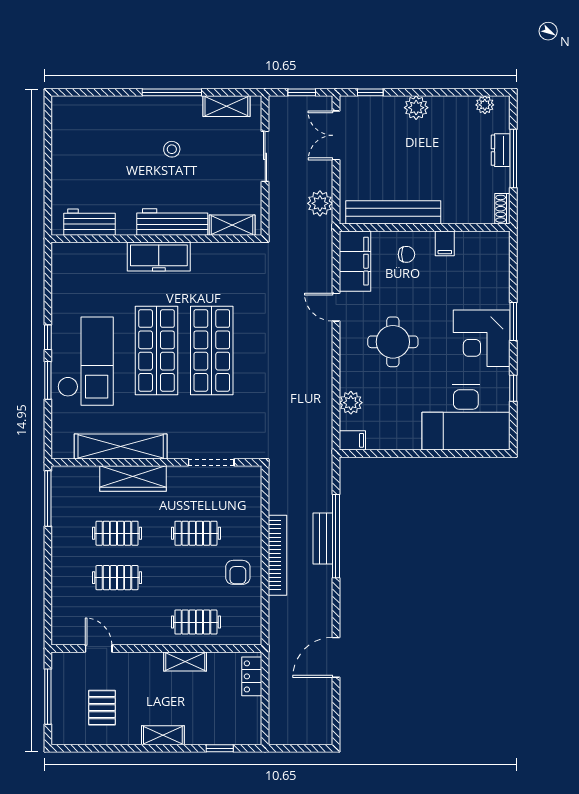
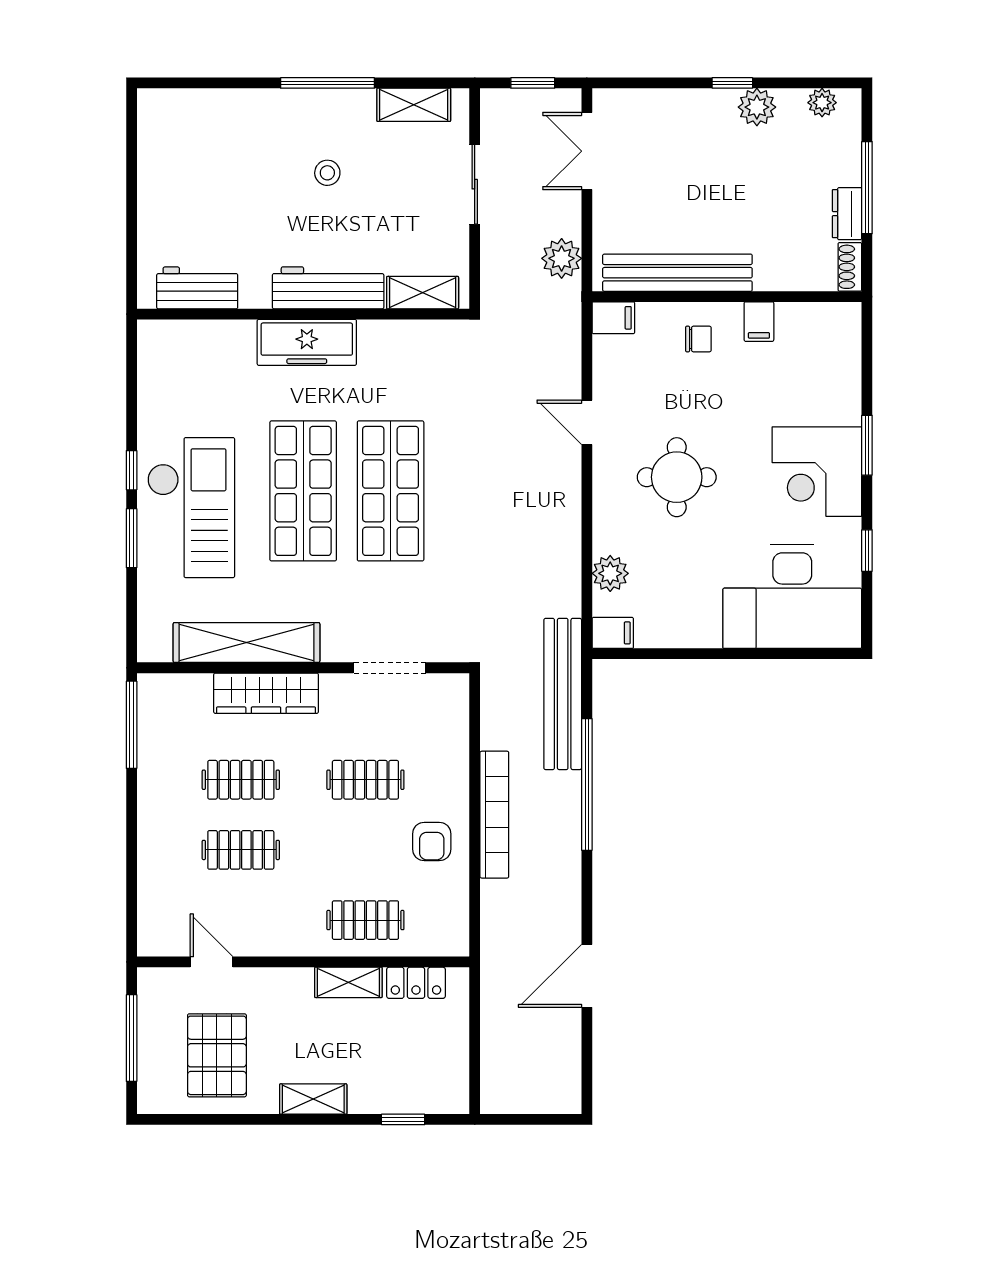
window: (370, 92) -> (732, 83), moved
plant: (416, 108) -> (757, 107), moved
dresser: (501, 150) -> (847, 214), moved
filing cabinet: (355, 261) -> (613, 318), width x0.33, depth x0.86
bench: (323, 539) -> (563, 694), moved, width x1.86, depth x1.21
locker: (252, 676) -> (416, 983), moved, turned -90
pallet: (102, 708) -> (217, 1055), width x1.50, depth x1.42

